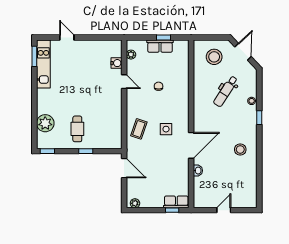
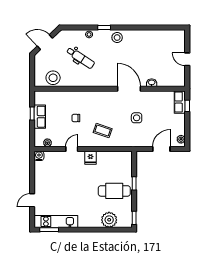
stool: (214, 57) -> (53, 78), moved
water cooler: (116, 63) -> (39, 156), moved
fridge: (114, 102) -> (90, 158), added
cafe table: (77, 129) -> (114, 191), width x1.37, depth x1.35
coffee table: (139, 129) -> (103, 131), moved
side table: (166, 129) -> (137, 118), moved
stool: (240, 149) -> (117, 38), moved
door: (124, 168) -> (161, 149), moved

